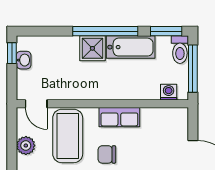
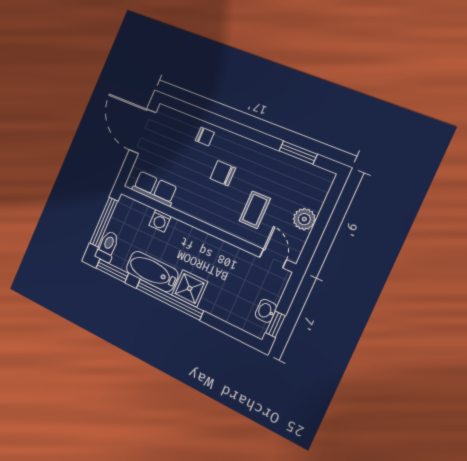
washing machine: (169, 92) -> (160, 221), moved
row of seats: (119, 117) -> (155, 189), moved
coffee table: (68, 136) -> (255, 210), width x0.54, depth x0.58
chair: (107, 154) -> (223, 173), turned 180

